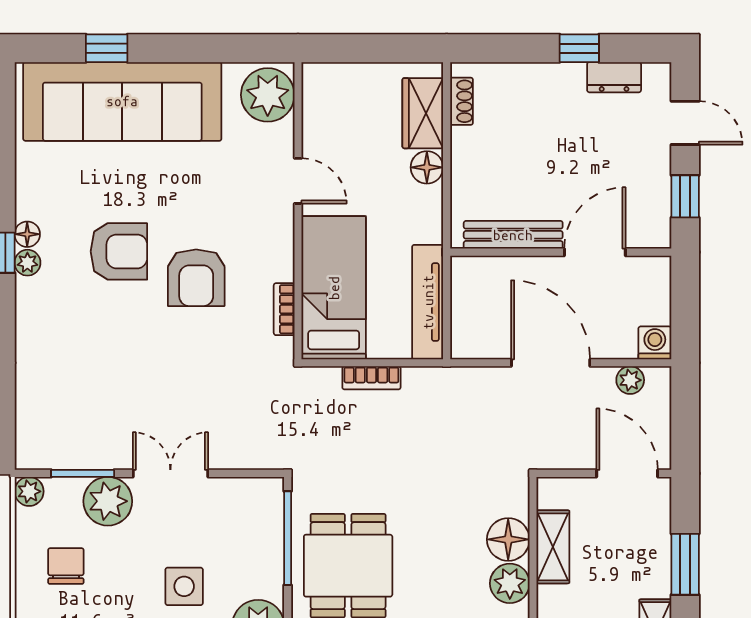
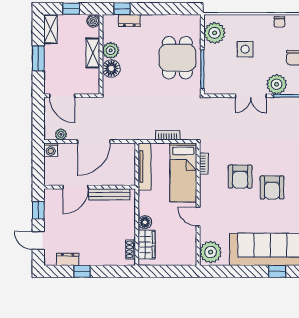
armchair: (119, 251) -> (272, 187), turned -90
armchair: (196, 278) -> (240, 177), turned 180
door: (551, 363) -> (94, 141), hinge flipped
shelving: (553, 547) -> (93, 53), moved

